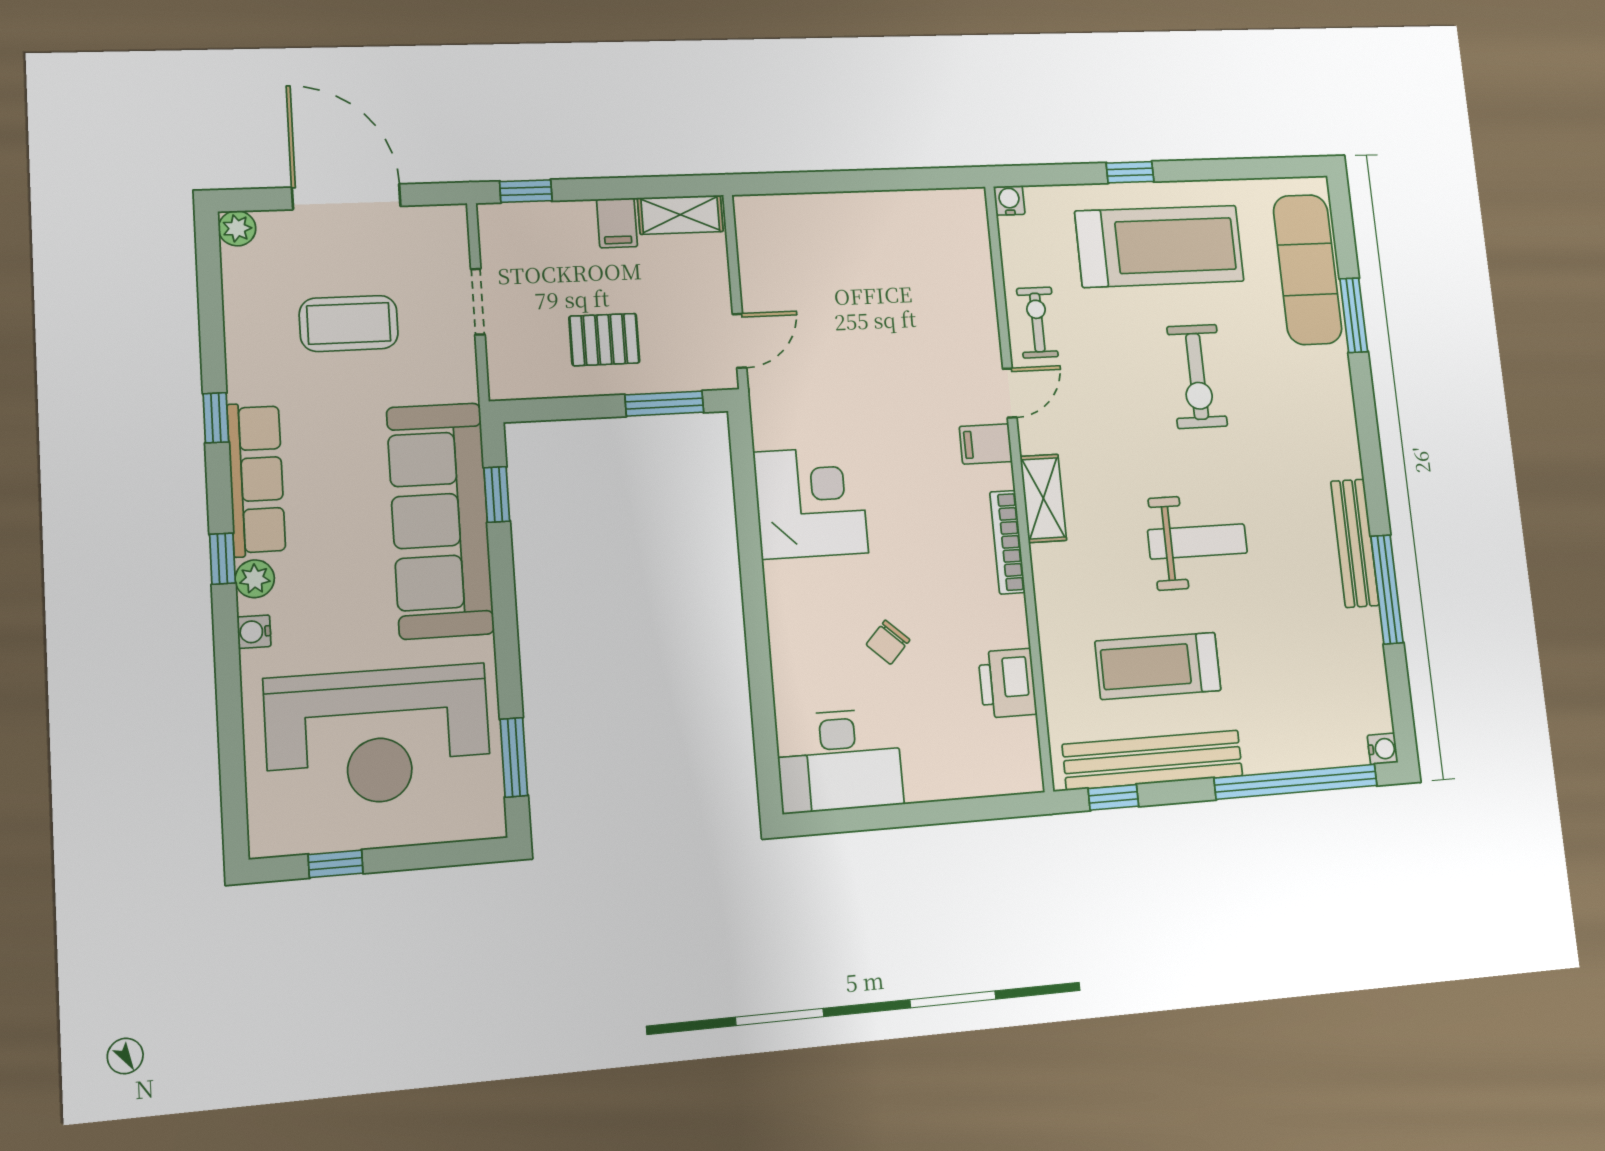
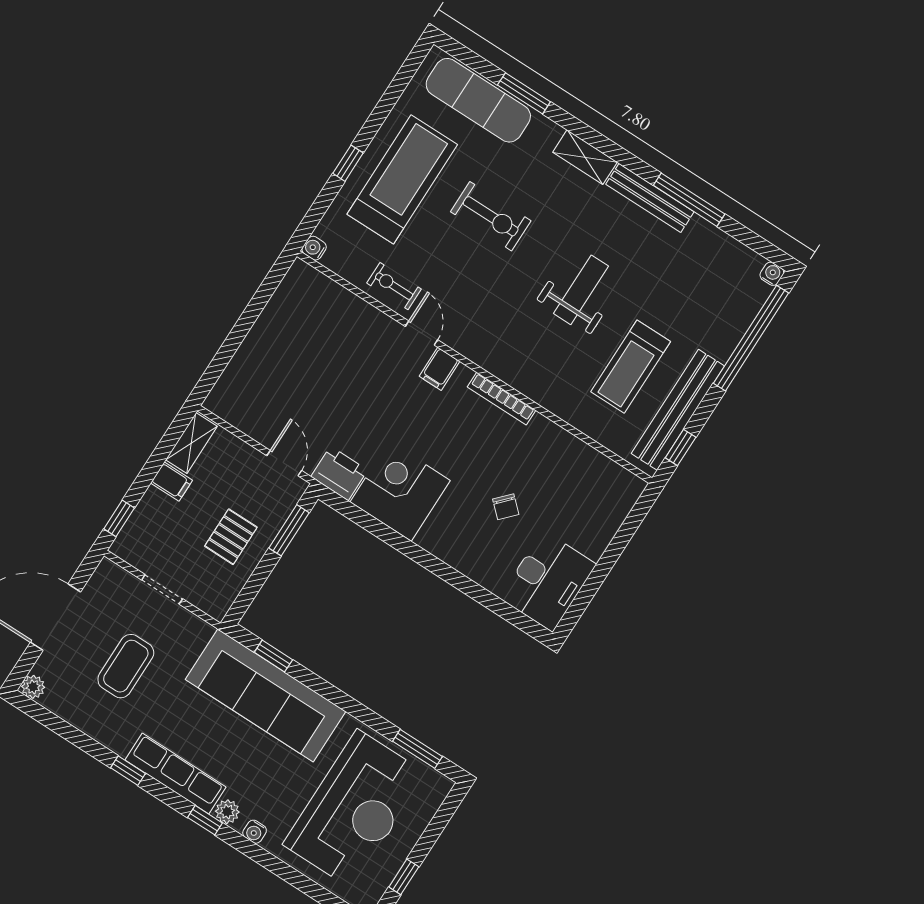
shelving: (1043, 498) -> (585, 157), moved
printer: (1007, 683) -> (339, 473), moved, turned 180

